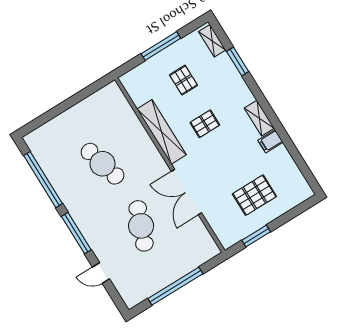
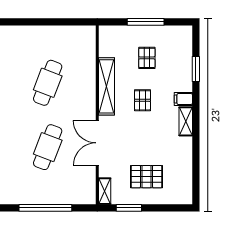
shelving: (212, 41) -> (105, 191), moved
pallet: (205, 124) -> (143, 100), turned 90
filing cabinet: (270, 141) -> (183, 99), moved
cafe table: (102, 164) -> (48, 83), turned 36

